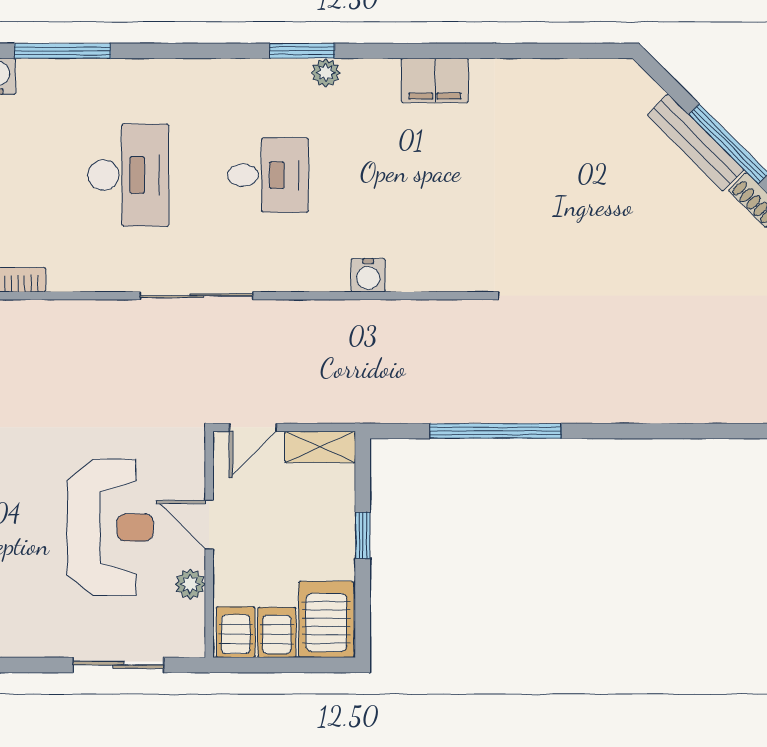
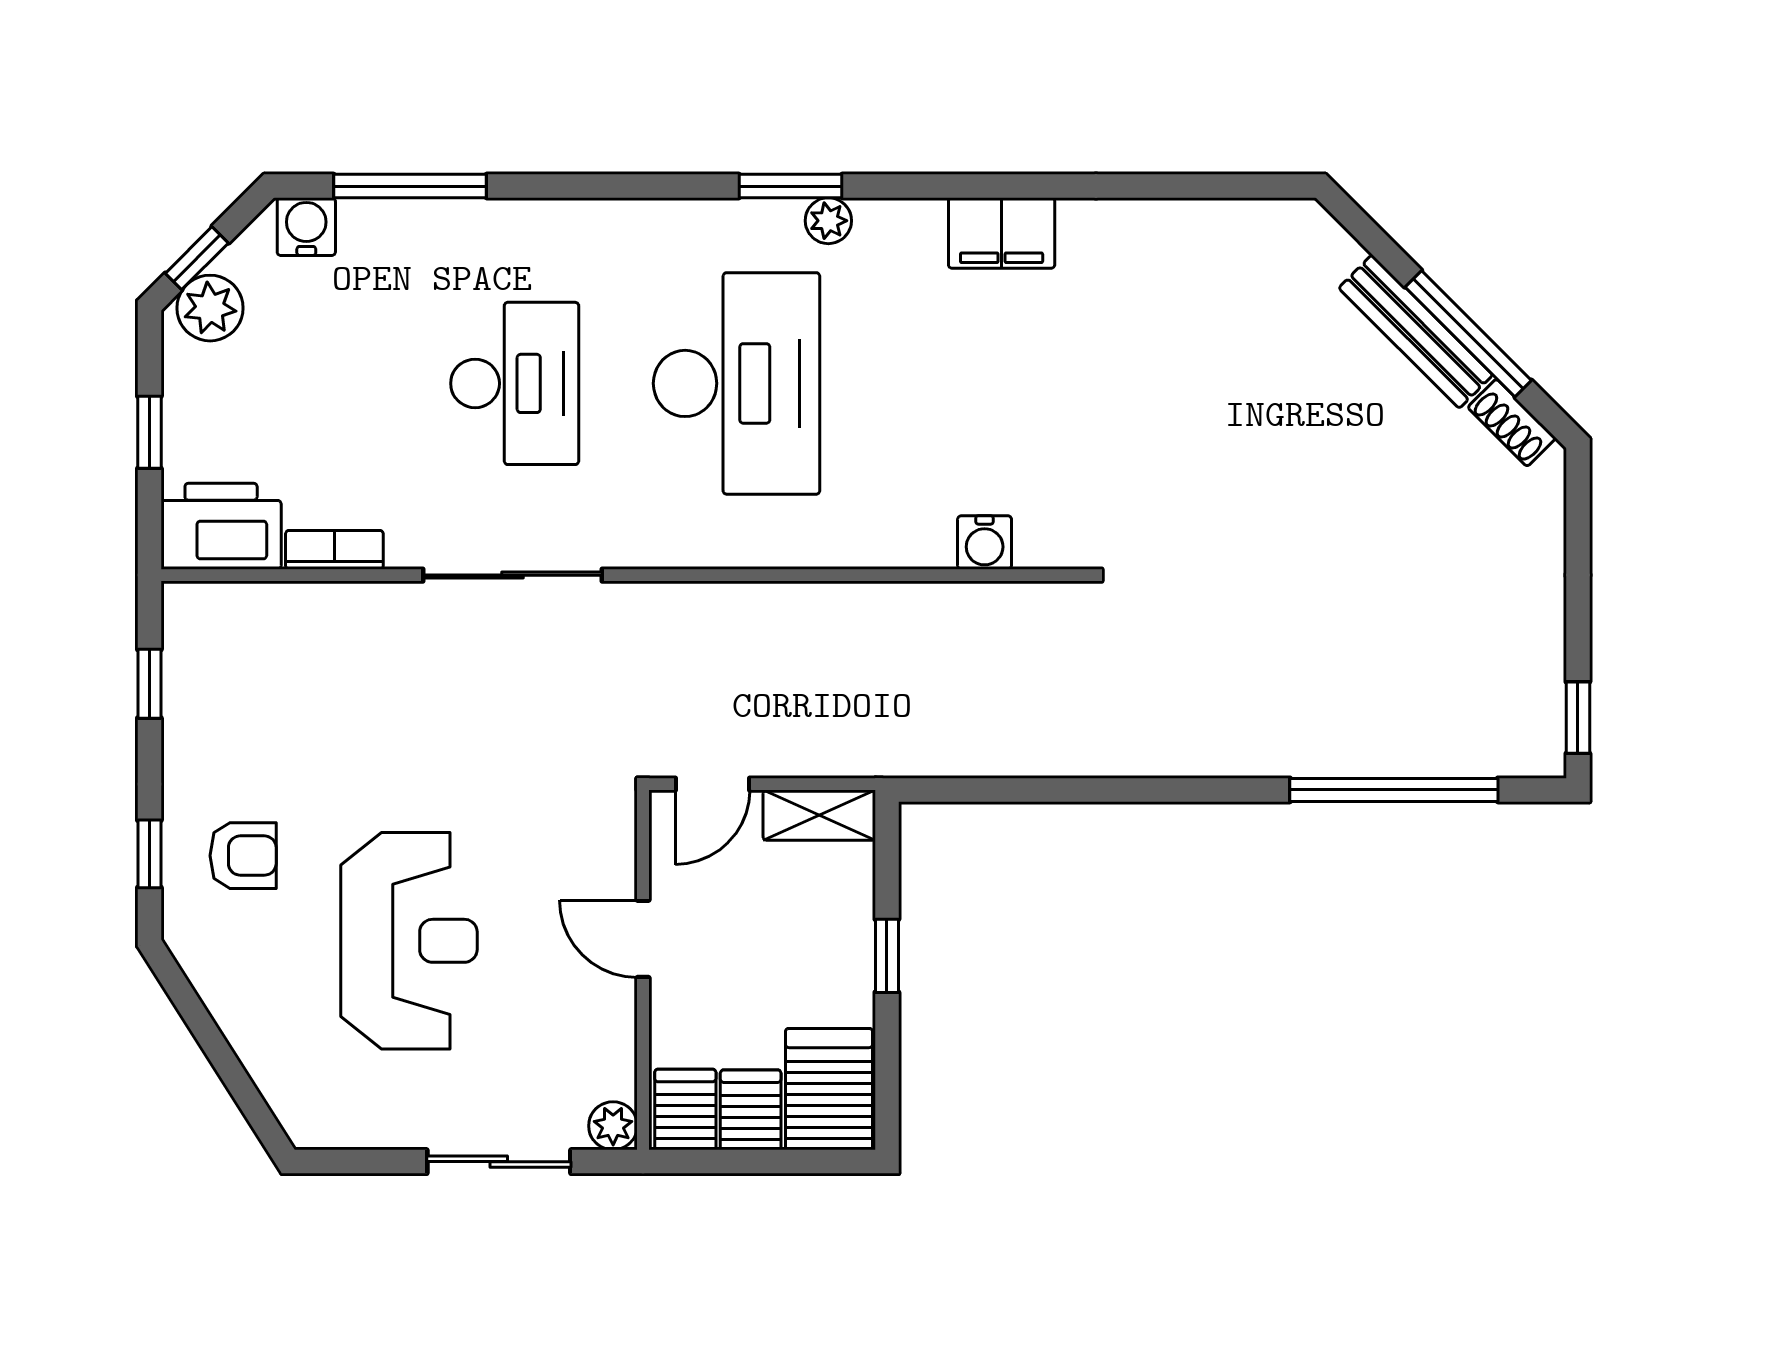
desk: (268, 175) -> (737, 383), width x1.87, depth x1.30
water cooler: (368, 275) -> (985, 542), moved
sliding door: (196, 296) -> (513, 575), moved
window: (496, 431) -> (1394, 790), moved
reception desk: (110, 528) -> (409, 941), moved
plant: (190, 584) -> (613, 1126), moved

